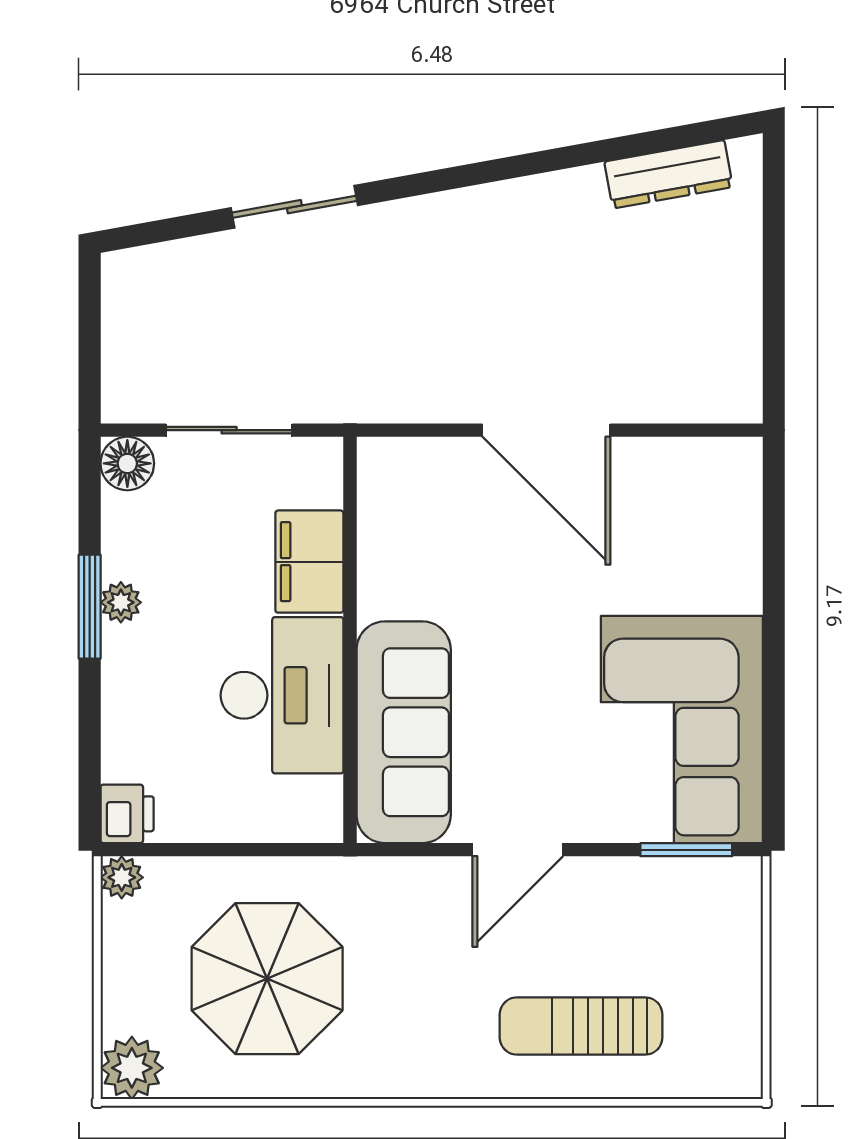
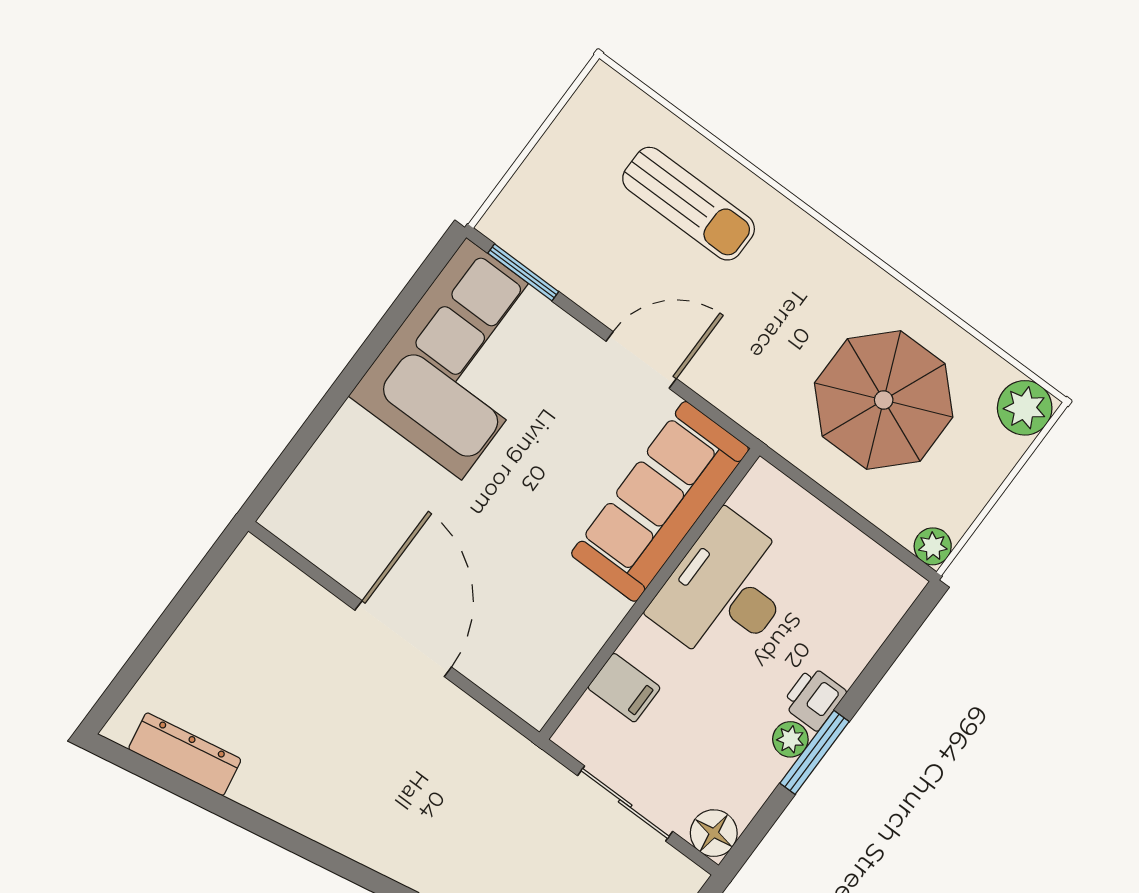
filing cabinet: (309, 562) -> (624, 688), width x0.50
printer: (127, 814) -> (814, 698), moved

